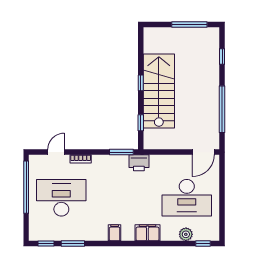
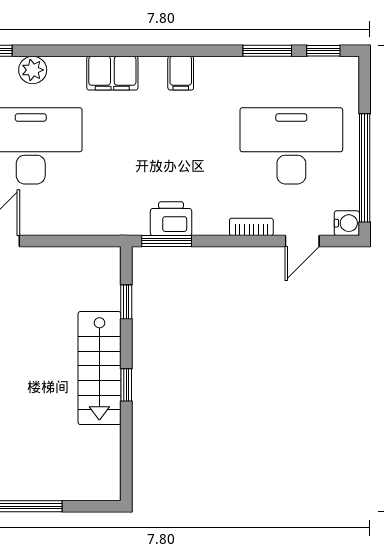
stairs: (159, 91) -> (99, 368), width x0.73, depth x0.66
water cooler: (35, 161) -> (347, 223), added
printer: (139, 163) -> (171, 219), moved
desk: (61, 198) -> (291, 146), turned 180

